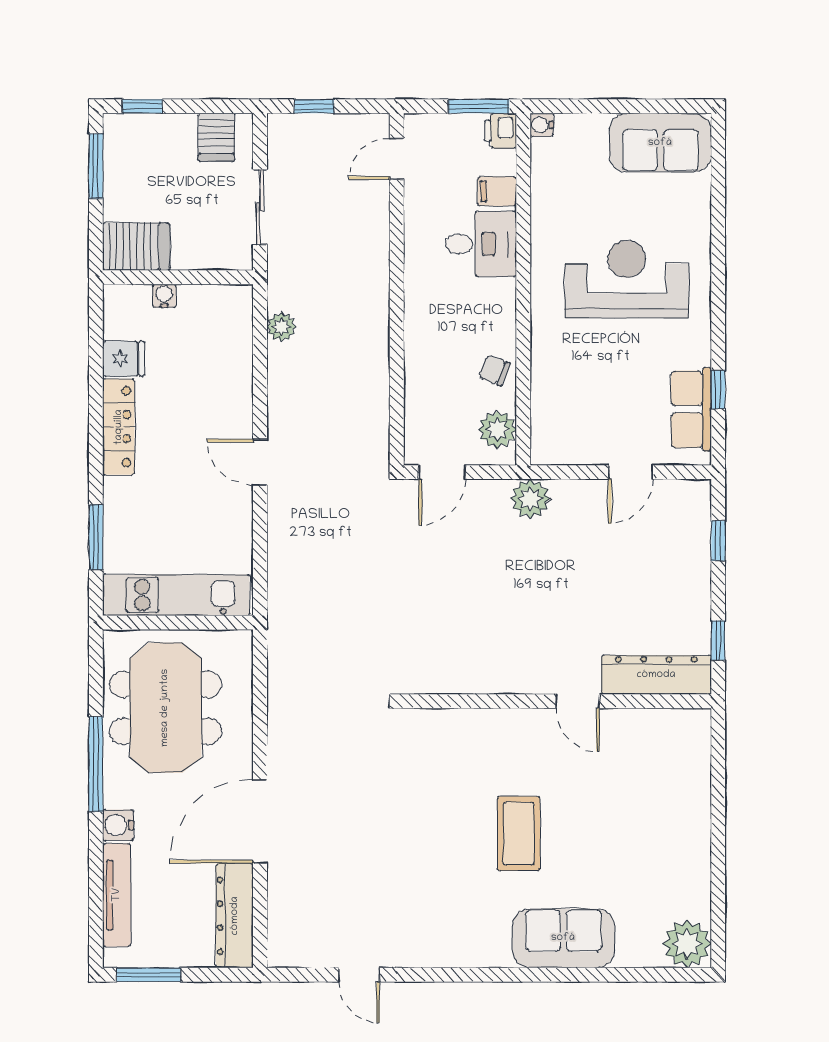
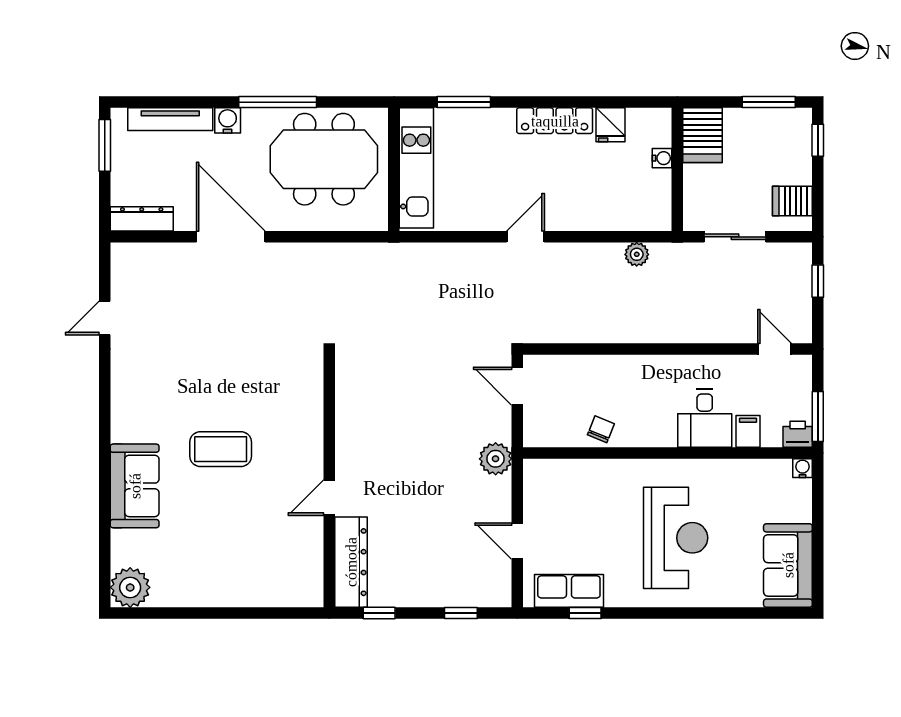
plant: (497, 430) -> (552, 432), removed
dresser: (235, 916) -> (142, 219), width x0.73, depth x0.80

